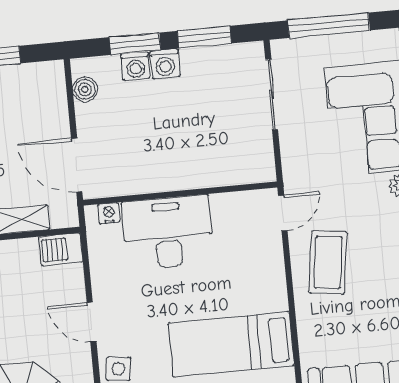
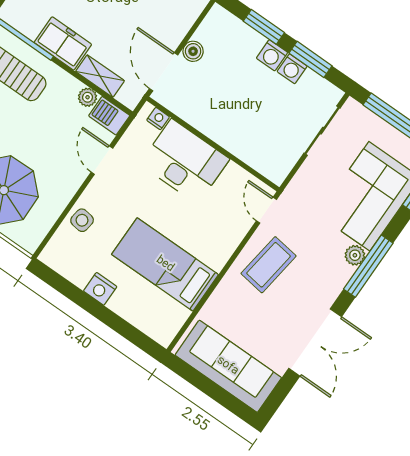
washing machine: (135, 66) -> (292, 69), moved
boiler: (85, 89) -> (193, 51), moved
door: (283, 213) -> (266, 210), swing flipped
plant: (26, 249) -> (88, 97), added
door: (92, 322) -> (102, 160), moved

